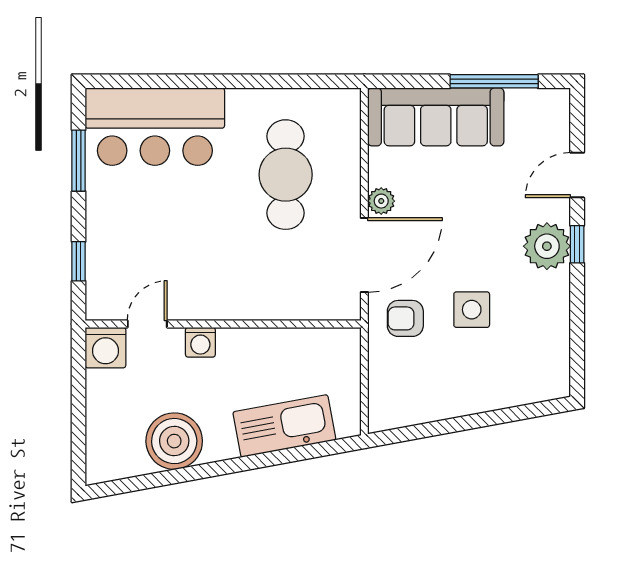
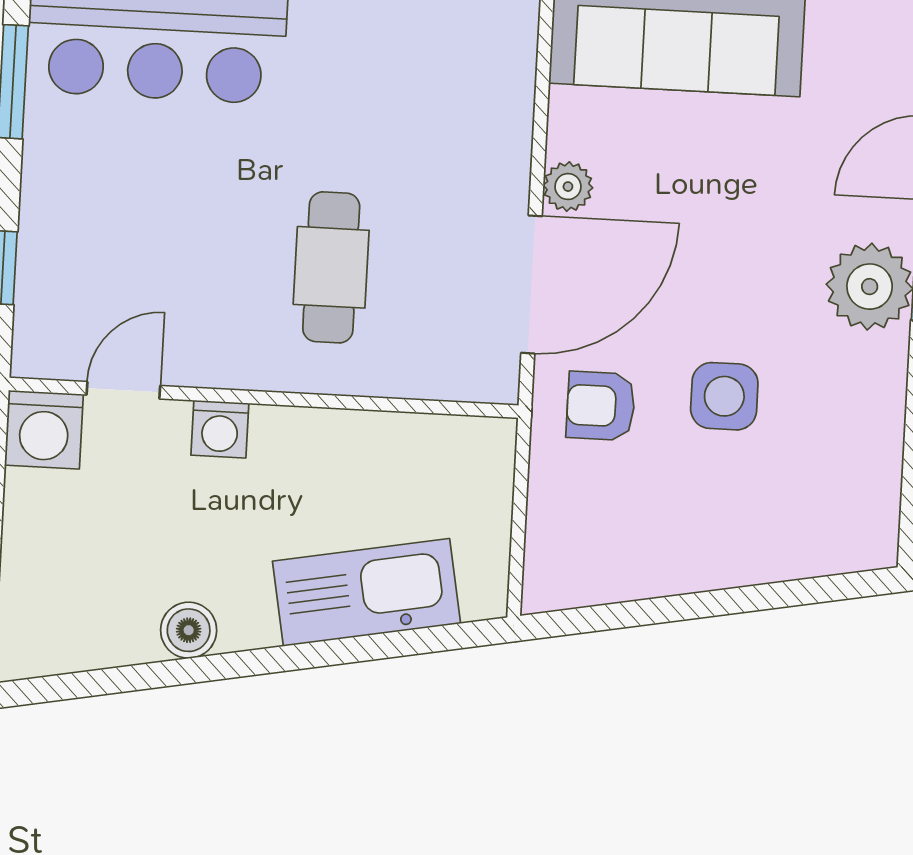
cafe table: (286, 175) -> (331, 267), moved, width x0.73, depth x0.74
boiler: (174, 441) -> (189, 630), width x0.54, depth x0.54

